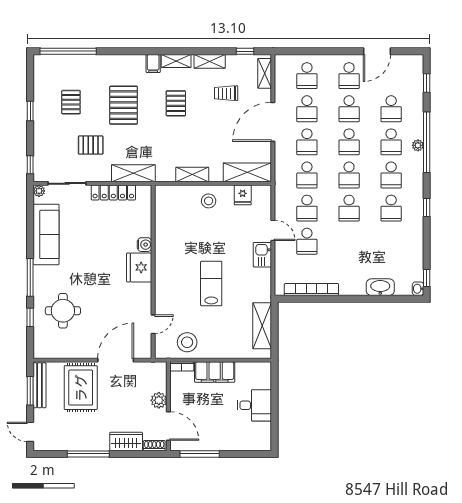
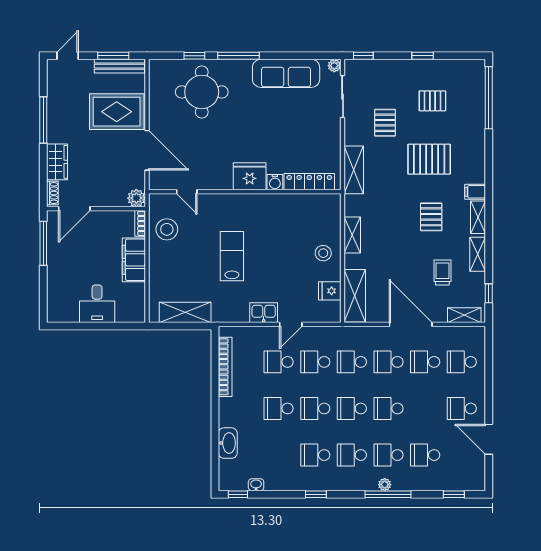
pallet: (176, 103) -> (431, 217), turned 90
school desk: (349, 109) -> (279, 408), moved
window: (427, 142) -> (388, 494), width x0.68
locker: (113, 193) -> (309, 182), moved, turned 90
lab bench: (211, 283) -> (232, 256), turned -90
washbasin: (418, 289) -> (256, 485), moved
round table: (63, 311) -> (202, 92), width x1.36, depth x1.36
plant: (159, 400) -> (136, 198), moved

